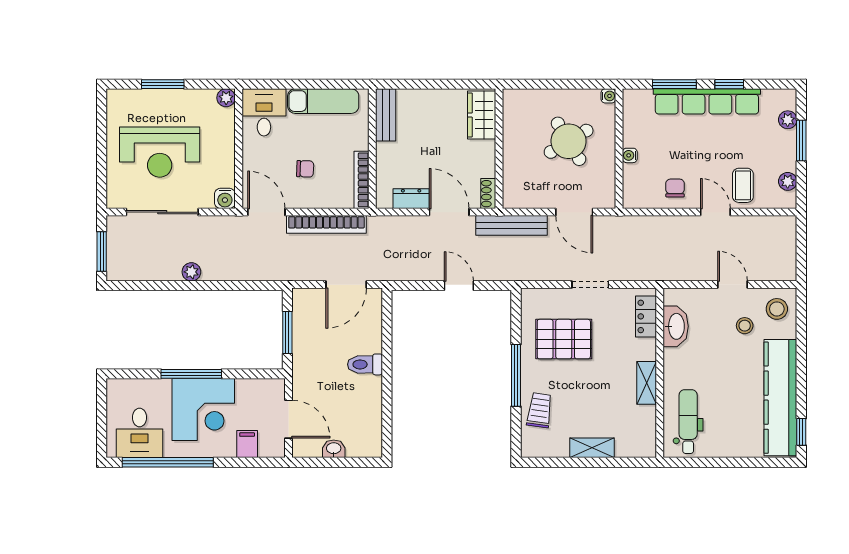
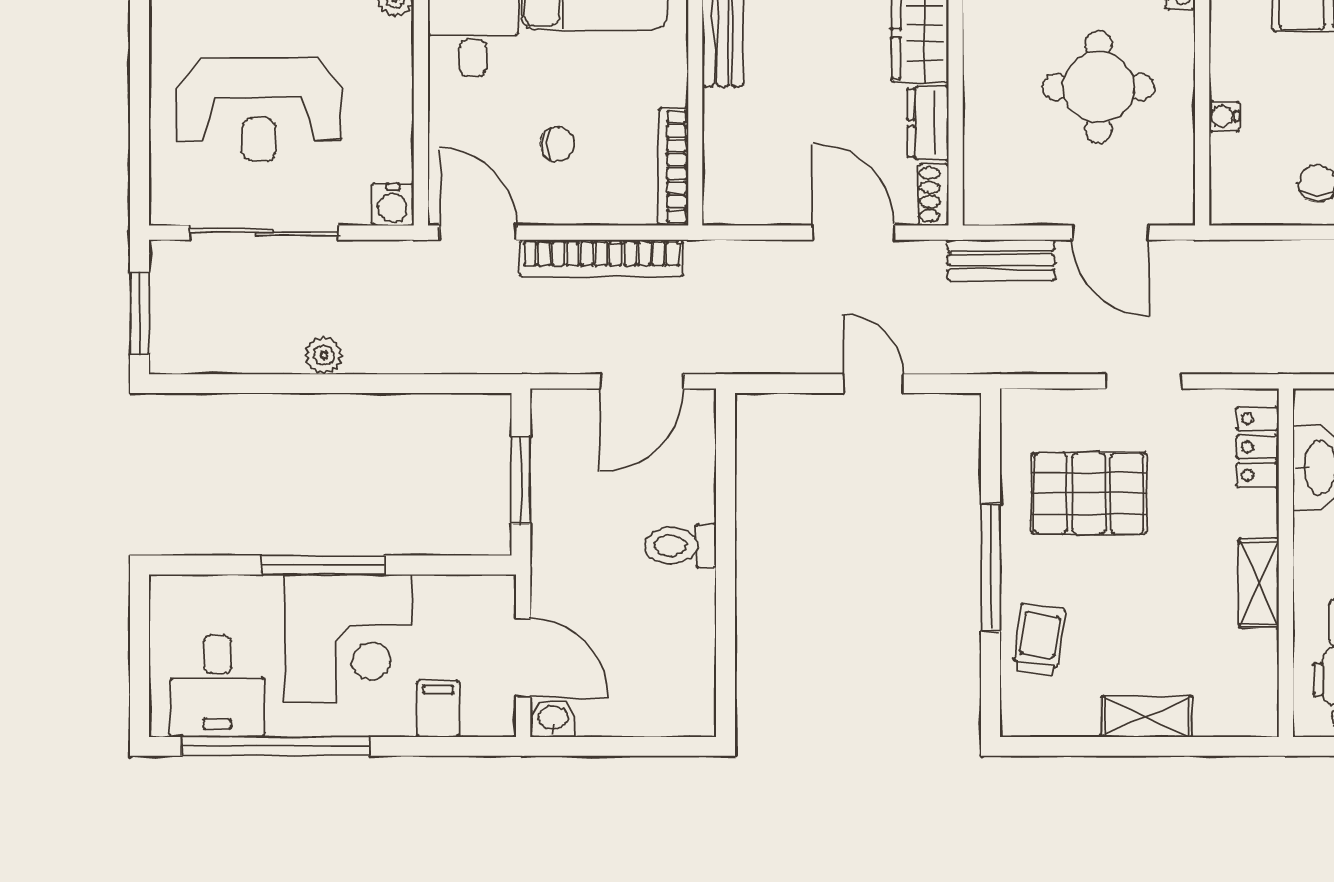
round table: (569, 141) -> (1098, 87), turned 31
dresser: (411, 199) -> (928, 123), moved, turned -90
bench: (512, 225) -> (1001, 260), width x0.73
washbasin: (334, 449) -> (553, 719), moved

